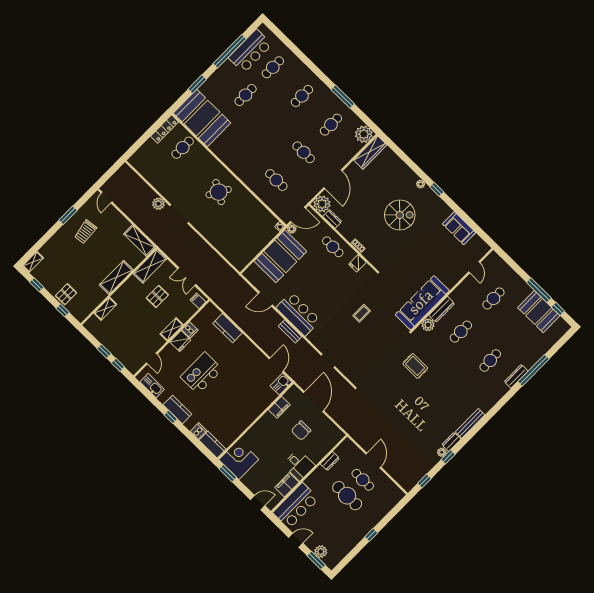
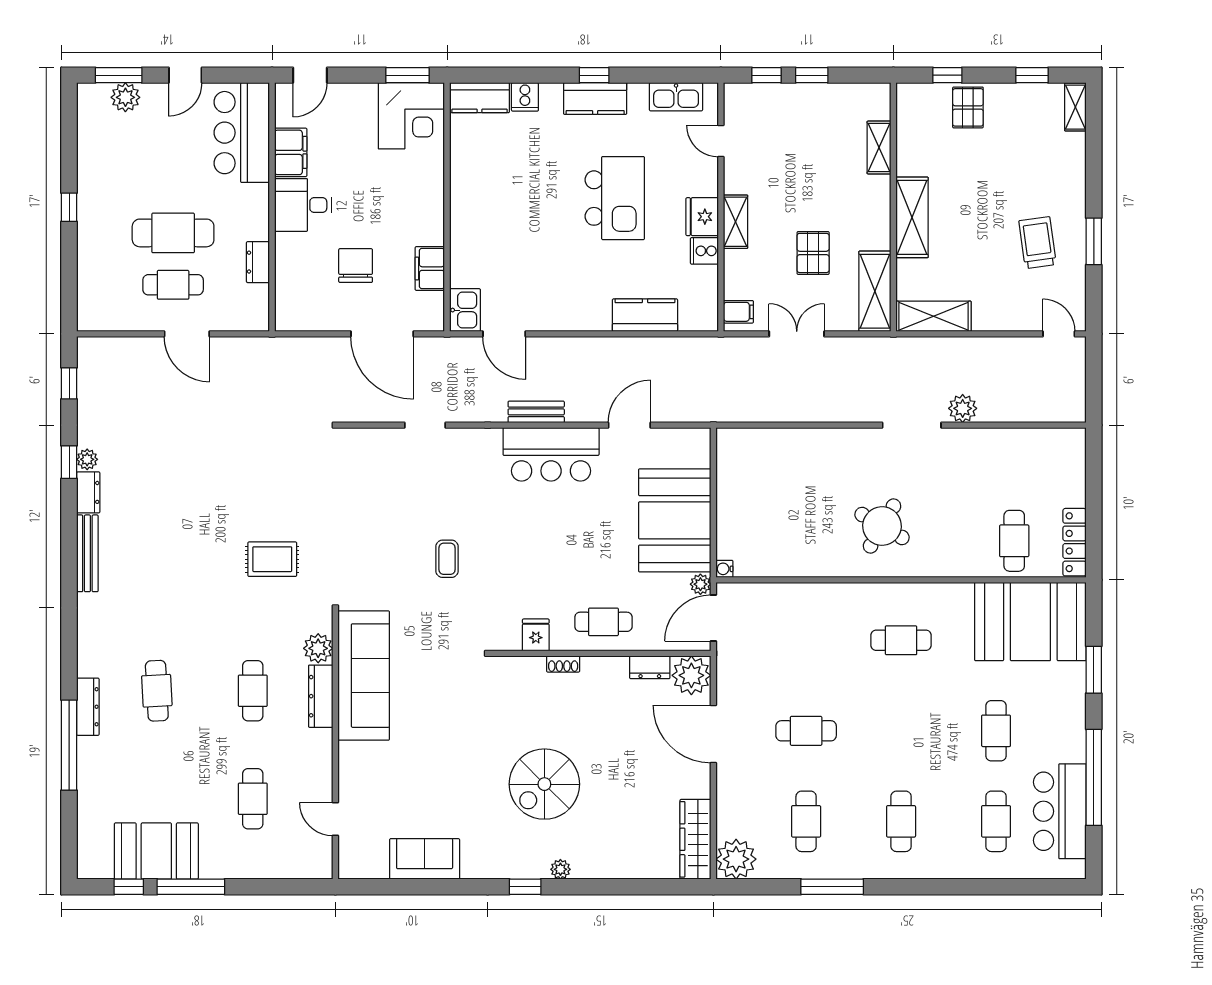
cafe table: (276, 180) -> (901, 640), moved

